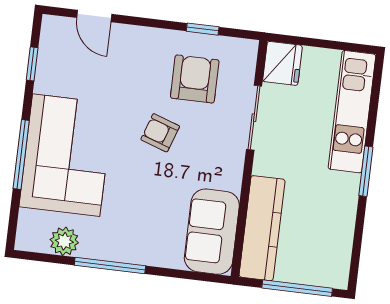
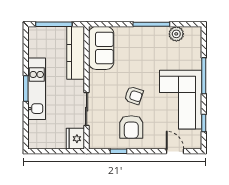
armchair: (195, 79) -> (131, 127), moved
kitchen unit: (352, 112) -> (37, 89), moved
corner sofa: (66, 155) -> (181, 100), moved

